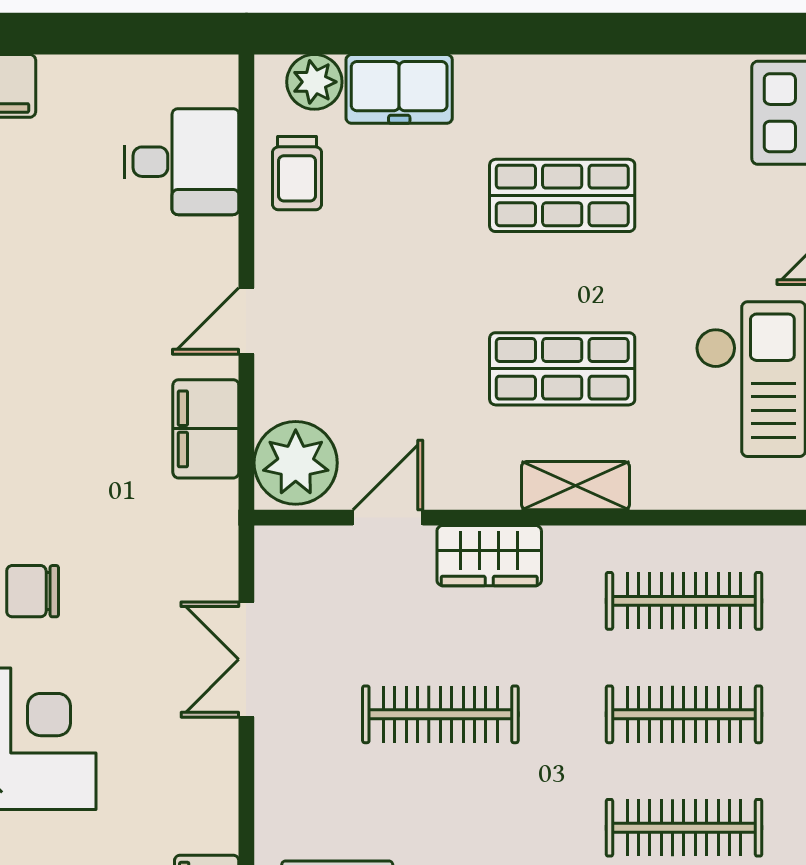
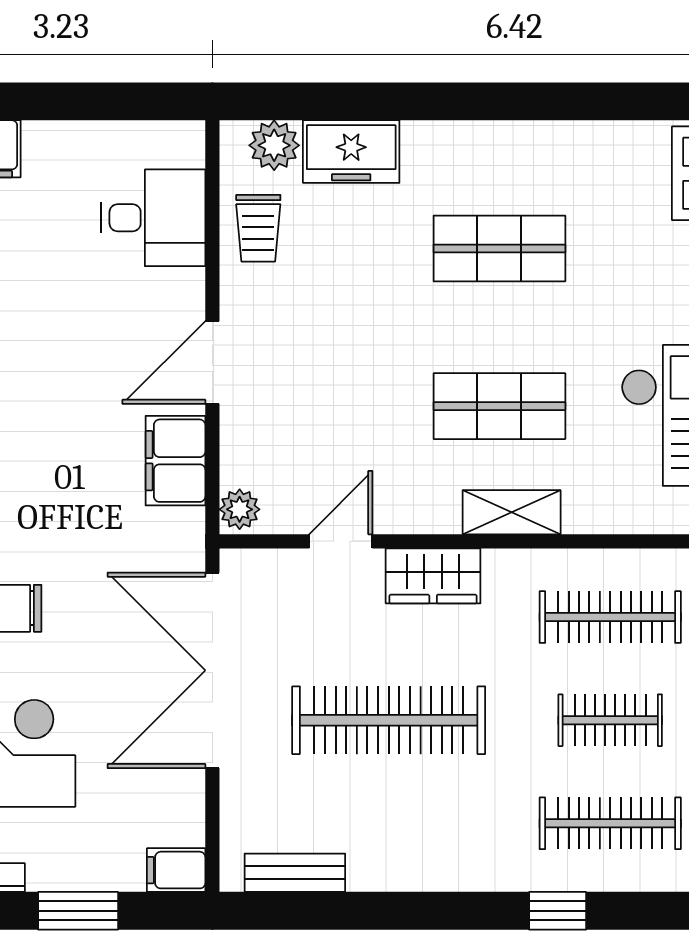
door: (246, 321) -> (212, 363), width x1.37
plant: (296, 463) -> (240, 509), width x0.53, depth x0.53
double door: (246, 659) -> (212, 670), width x1.87
clothes rail: (440, 714) -> (389, 720), width x1.37, depth x1.31
clothes rail: (684, 714) -> (610, 720), width x0.73

